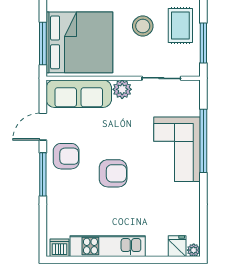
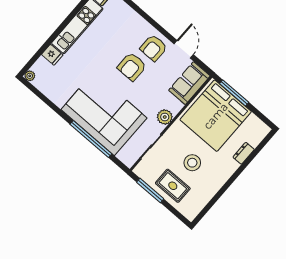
sofa: (79, 94) -> (189, 83), width x0.73
corner sofa: (177, 149) -> (104, 114), width x1.36, depth x1.36
armchair: (113, 173) -> (132, 67), moved
window: (43, 174) -> (155, 24), removed
fridge: (177, 246) -> (52, 55), moved

